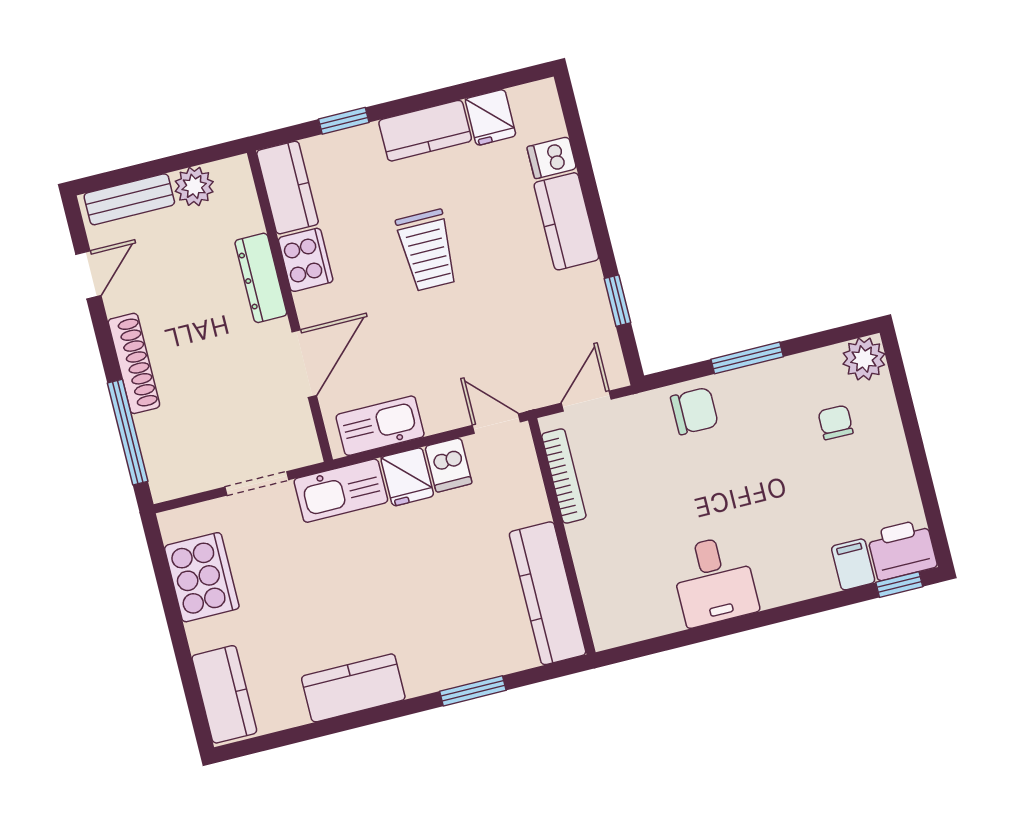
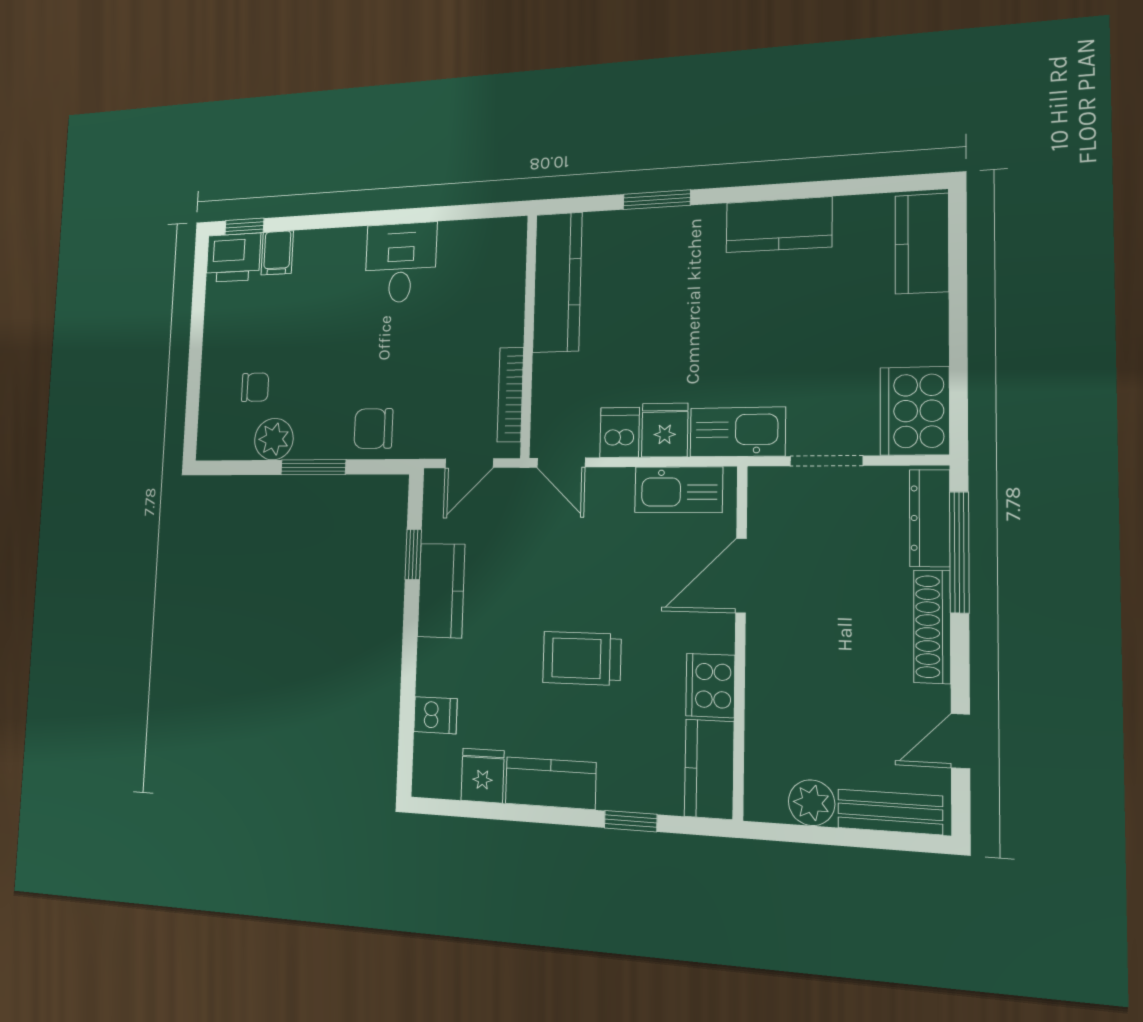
kitchen counter: (566, 221) -> (441, 591), moved
trolley: (427, 250) -> (582, 658), turned -90
dresser: (261, 278) -> (930, 518), moved, turned 180
plant: (864, 359) -> (274, 439), moved
chair: (836, 422) -> (255, 387), turned -91
cooker: (202, 577) -> (915, 411), moved

